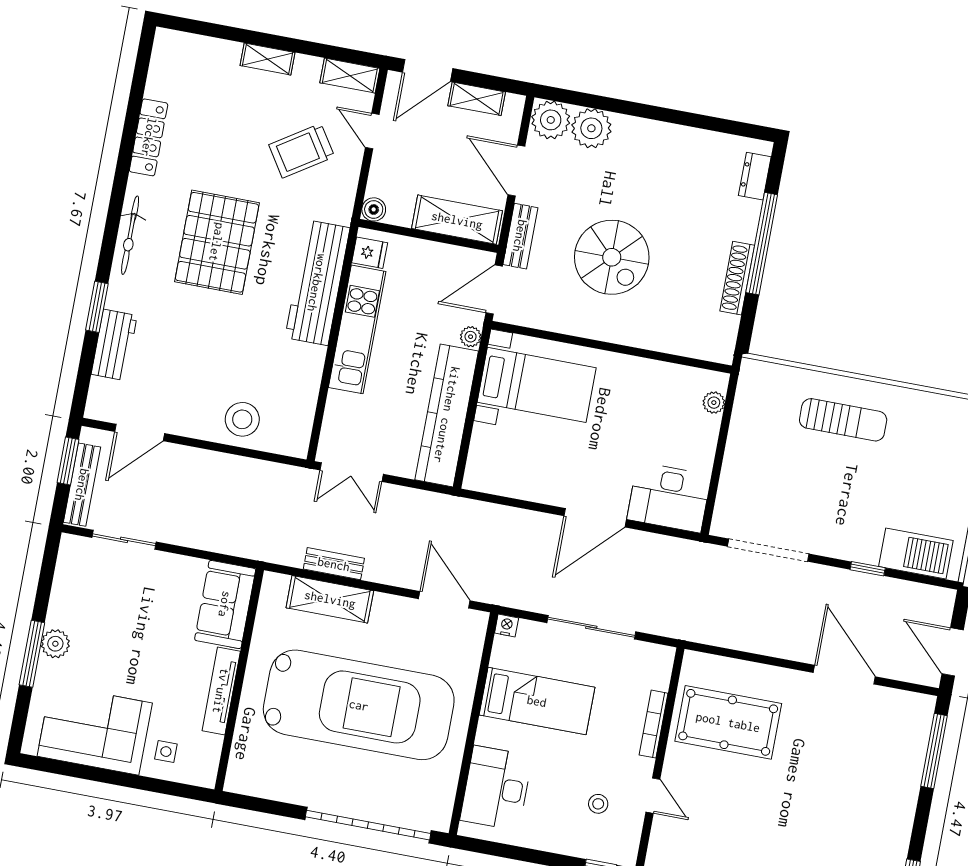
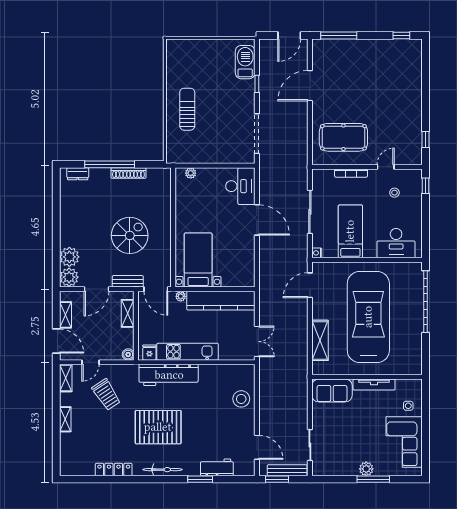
shelving: (457, 220) -> (128, 313), width x0.67, depth x0.75
bench: (334, 564) -> (303, 342), removed
pool table: (728, 722) -> (343, 137), turned 90

